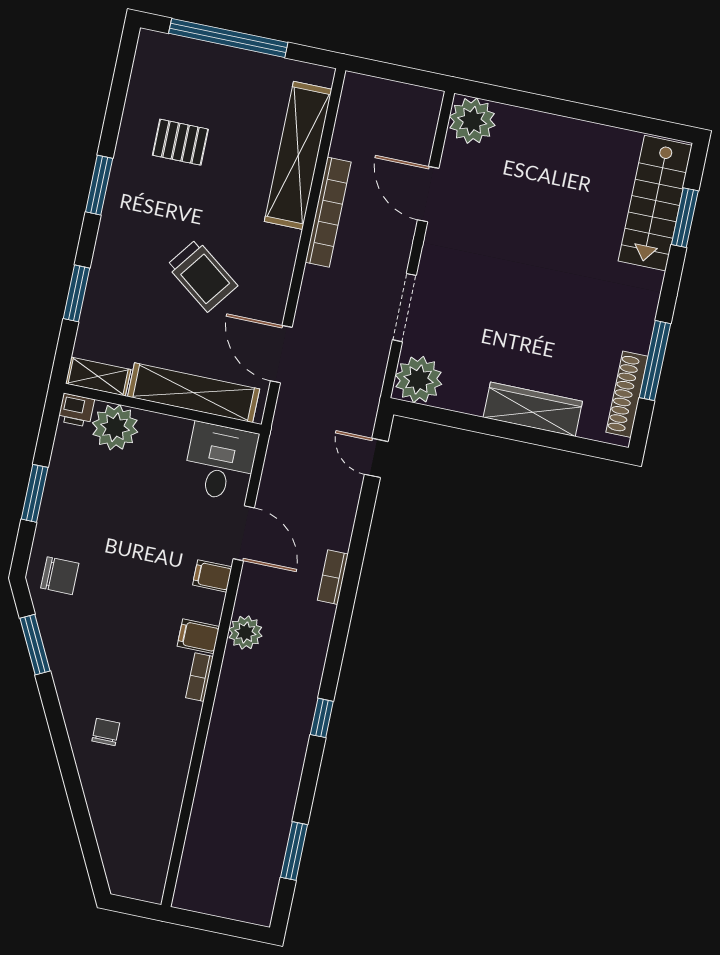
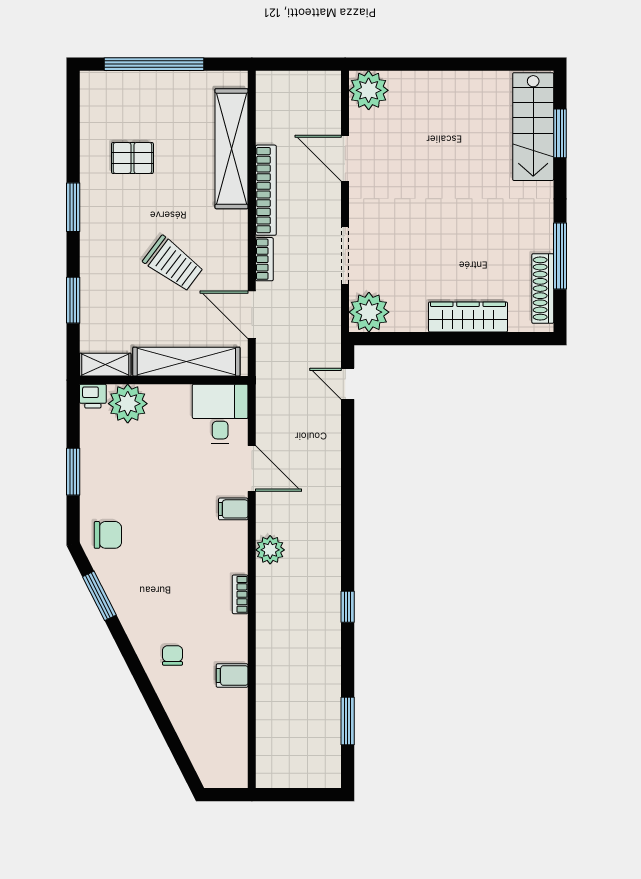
bookcase: (333, 577) -> (264, 259), moved, turned 180
filing cabinet: (198, 636) -> (232, 676), moved

